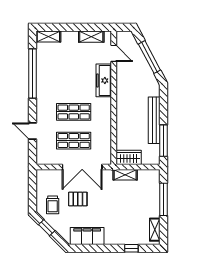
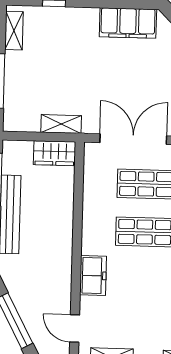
freezer: (104, 80) -> (93, 276), width x0.71
pallet: (78, 199) -> (142, 86), removed

